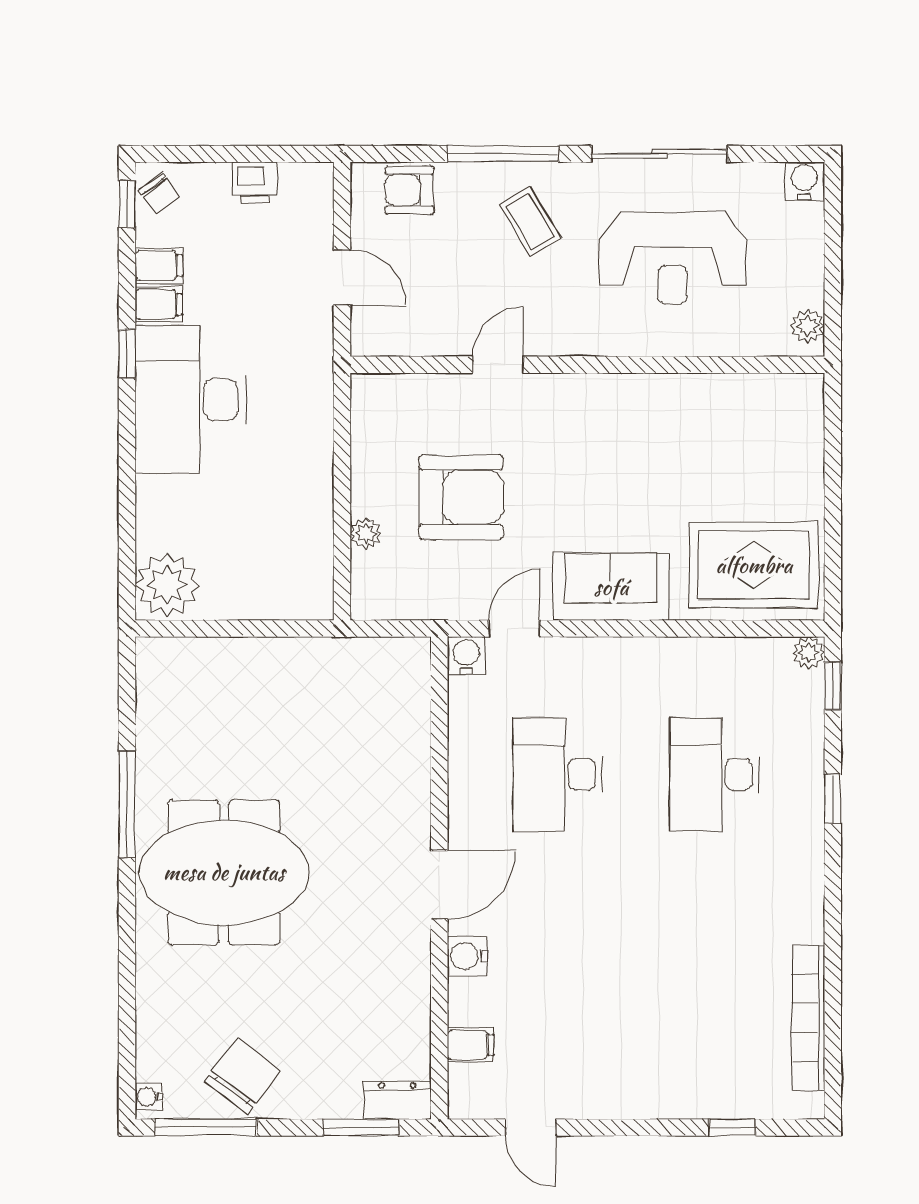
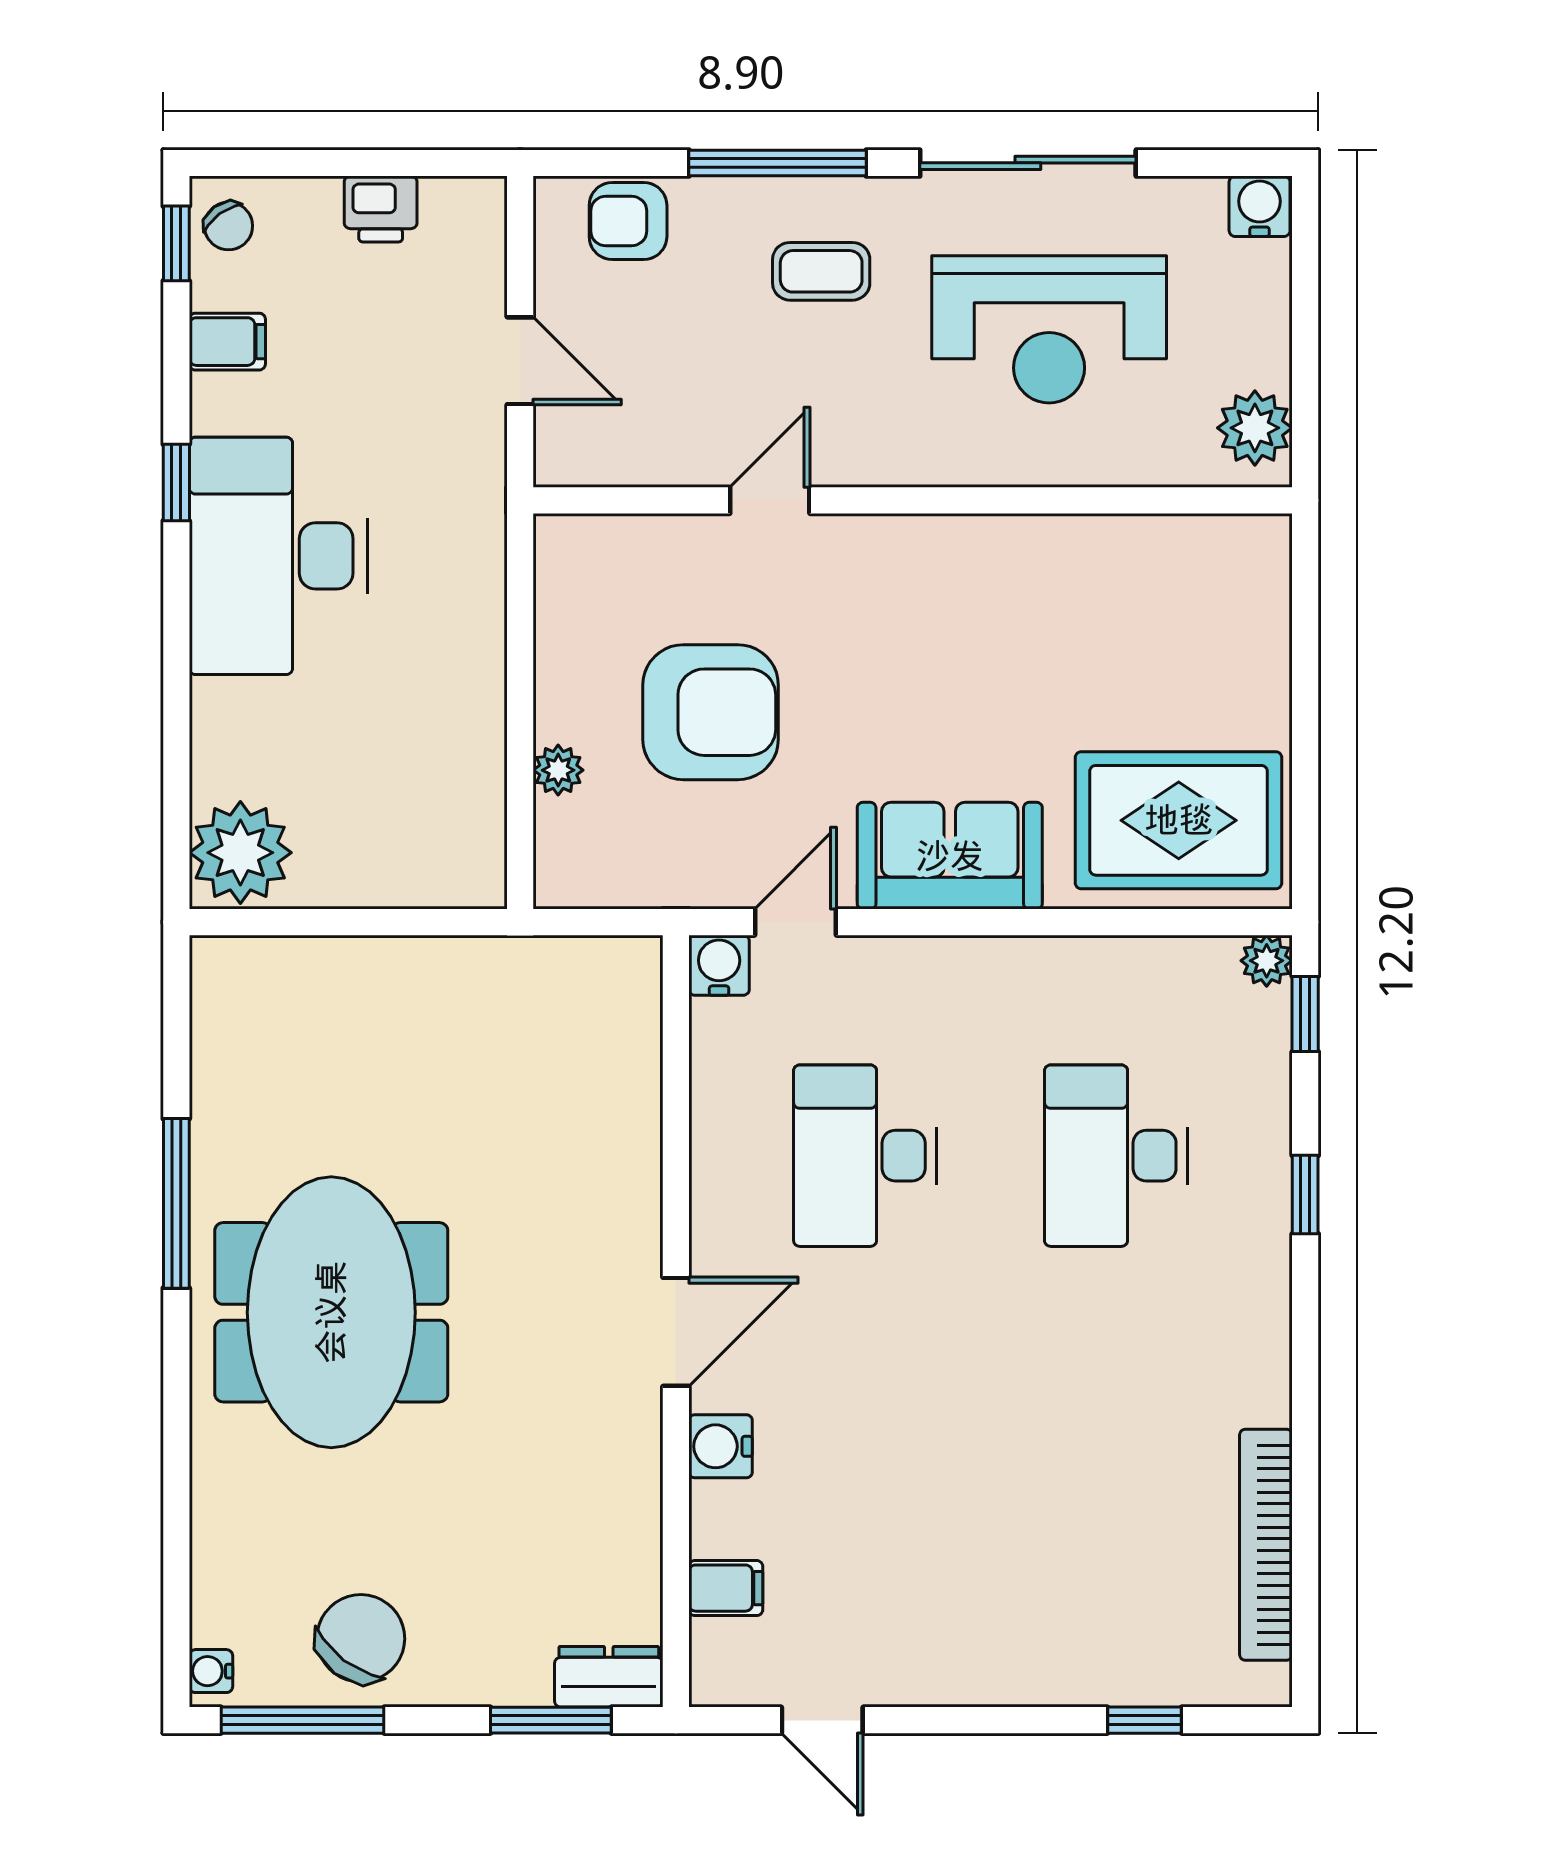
coffee table: (530, 222) -> (821, 271), turned -59
filing cabinet: (159, 304) -> (227, 404), removed
plant: (808, 326) -> (1255, 428), width x1.38, depth x1.38
meeting table: (224, 872) -> (331, 1312), turned 90

